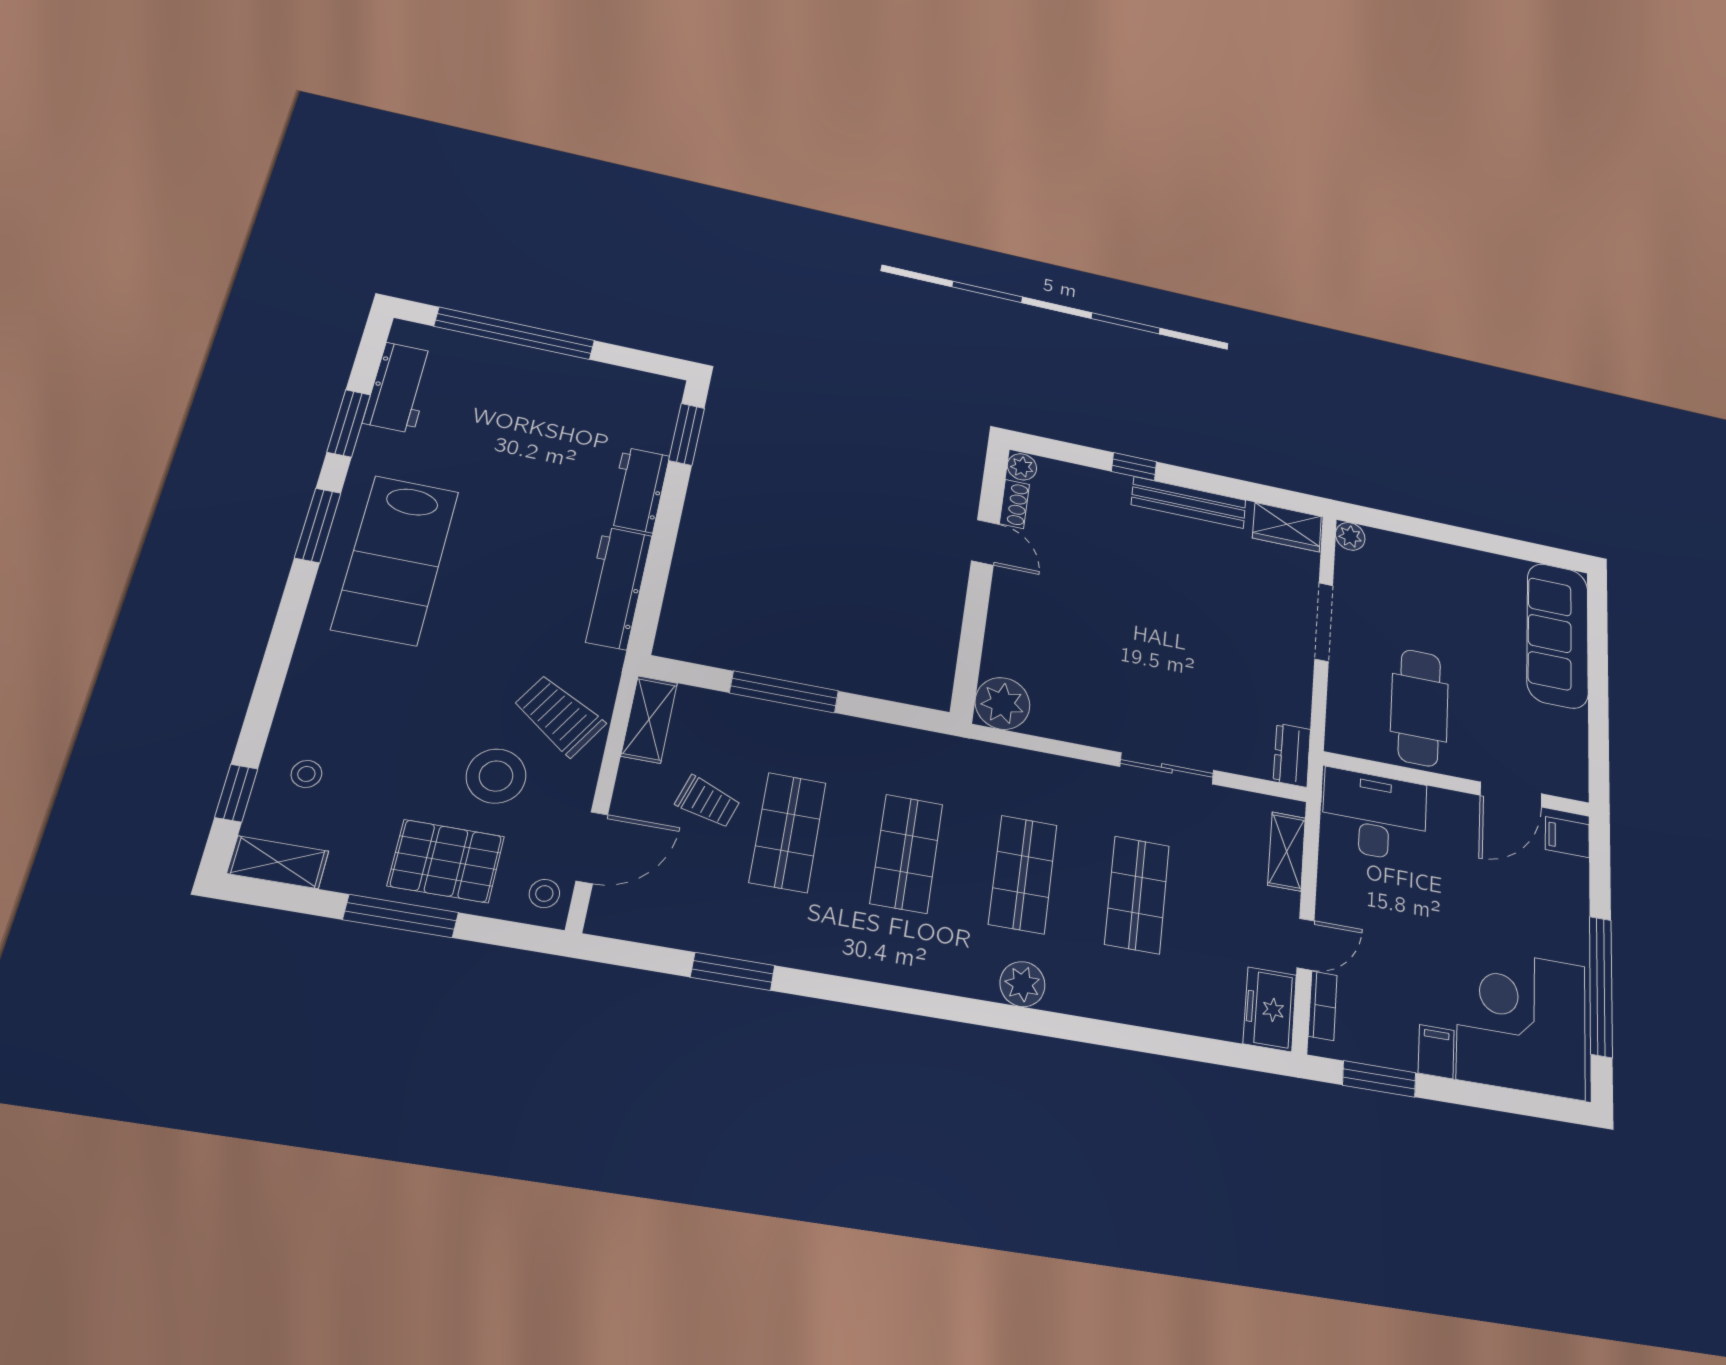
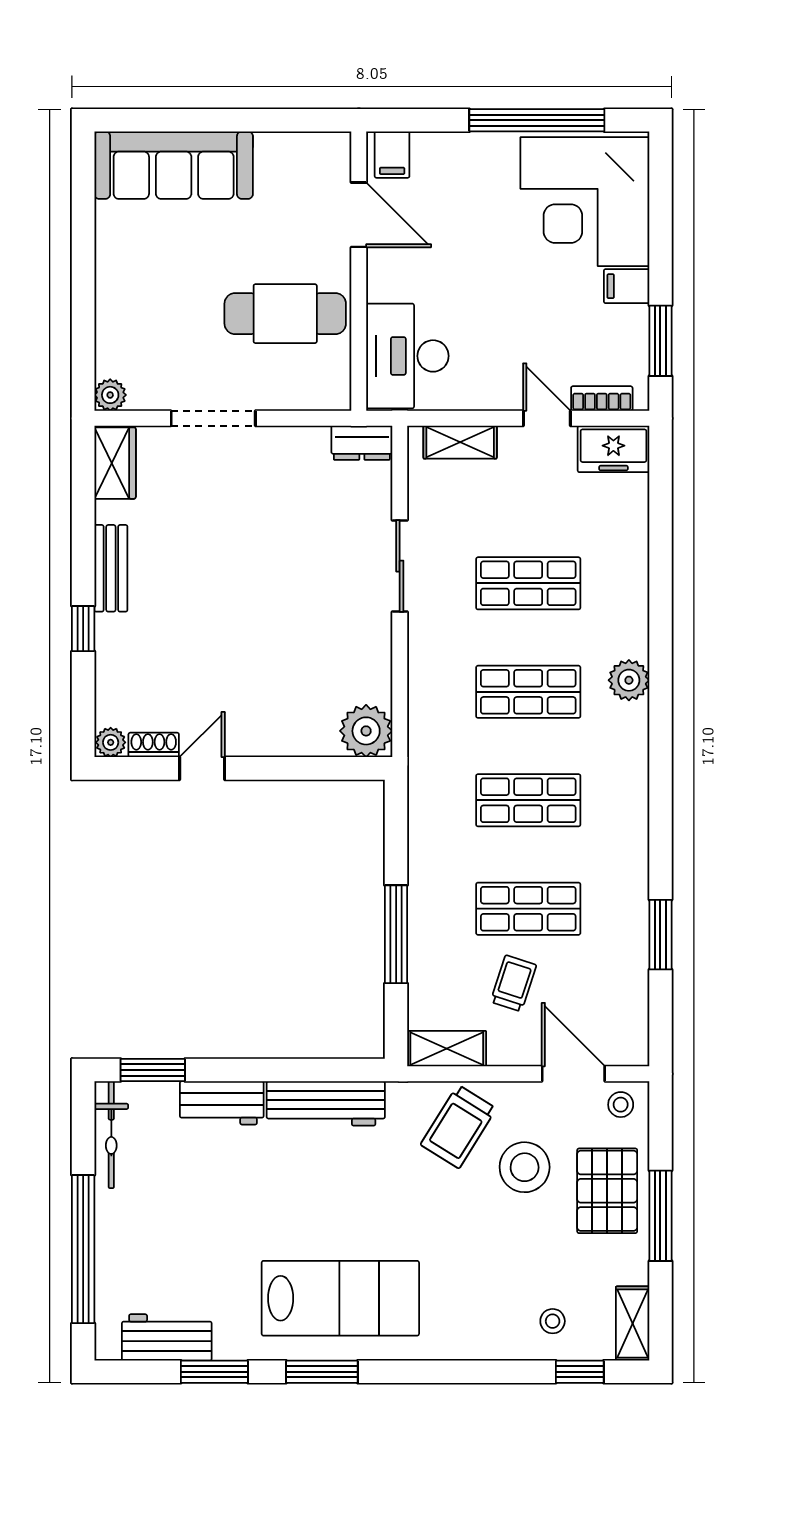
bicycle: (628, 384) -> (111, 1135), added
bench: (1189, 503) -> (111, 568), width x0.73

